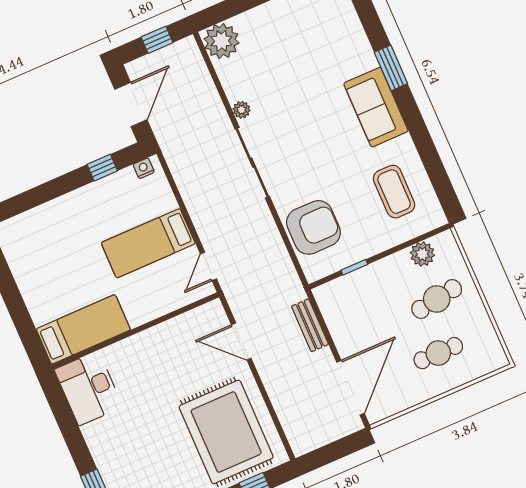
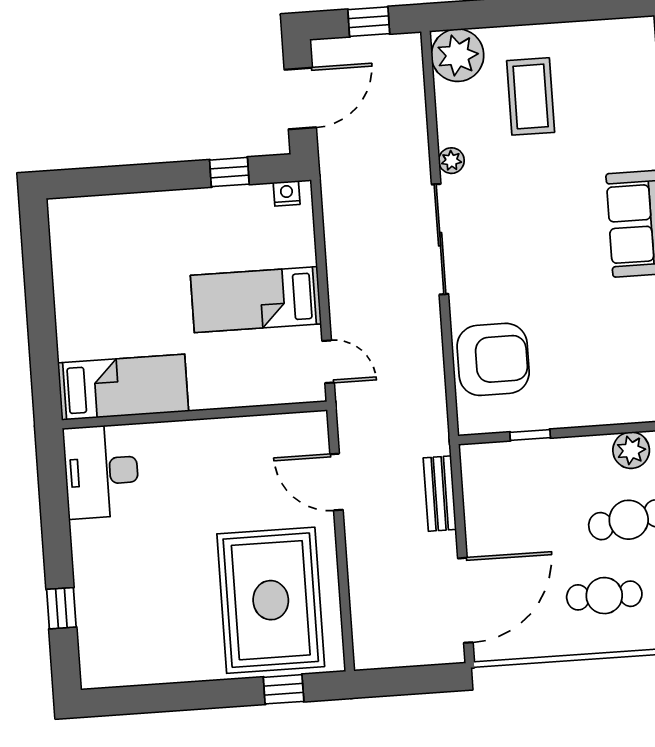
coffee table: (394, 192) -> (531, 96), moved
door: (209, 266) -> (328, 362), swing flipped

